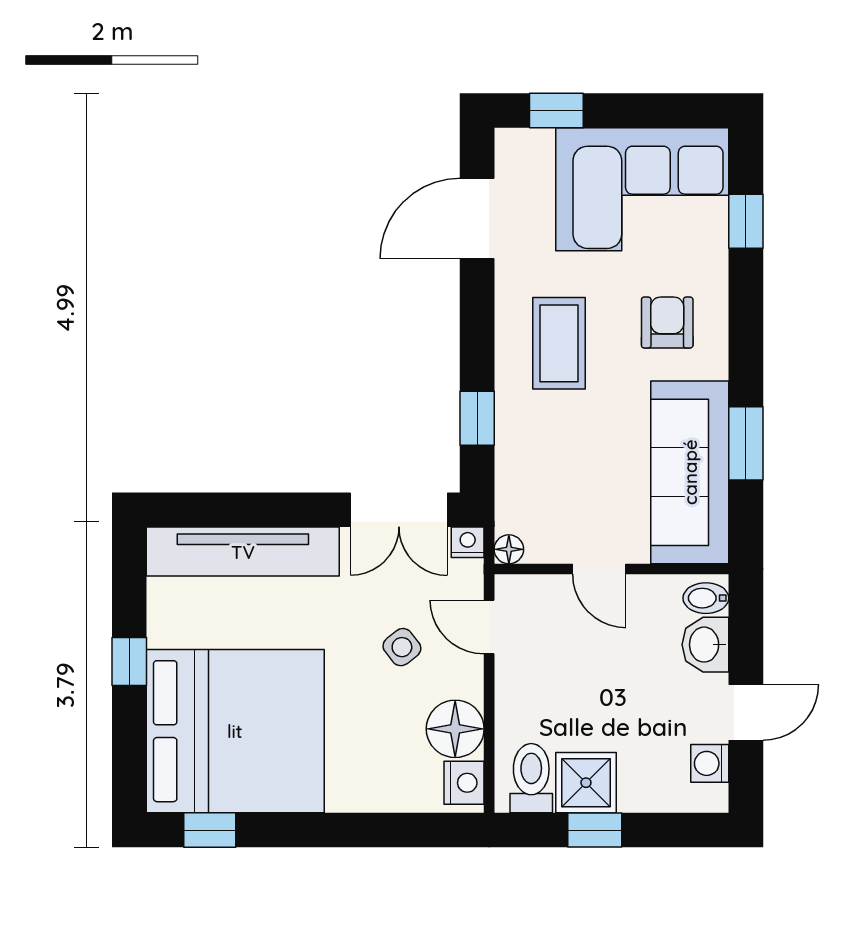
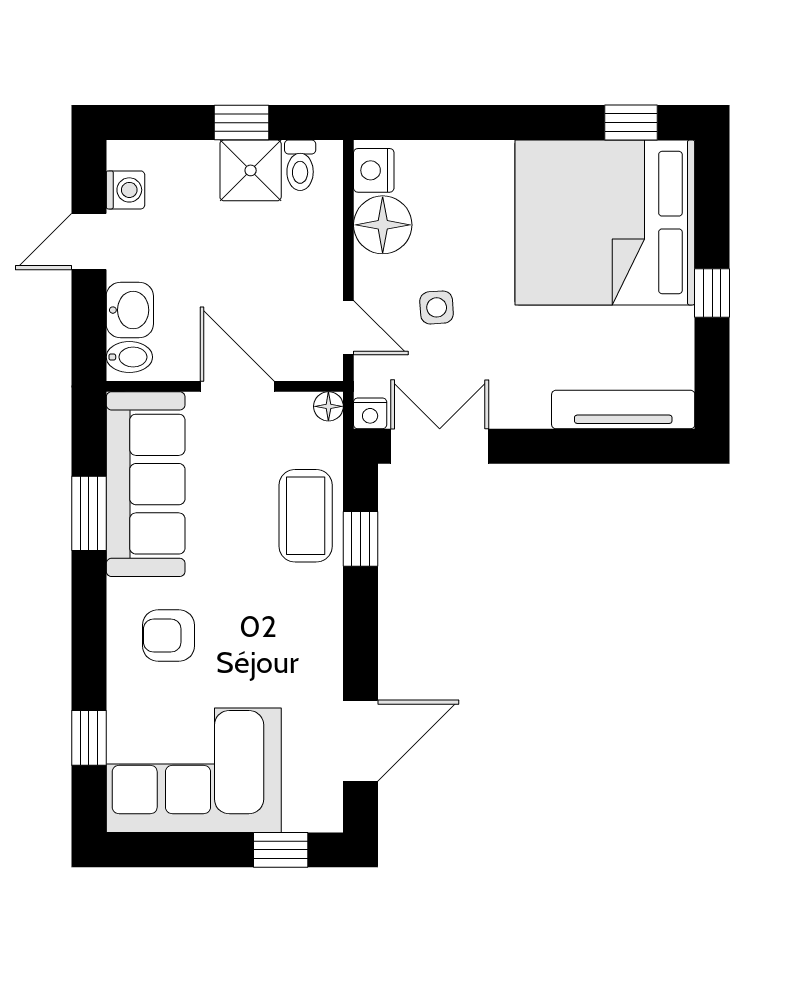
armchair: (667, 323) -> (168, 636), turned 90
coffee table: (559, 343) -> (306, 516), moved
tv unit: (243, 552) -> (623, 410), width x0.73, depth x0.78
door: (599, 569) -> (237, 386), width x1.38
side table: (402, 647) -> (437, 307), turned 34
toilet: (531, 778) -> (300, 165), width x0.73, depth x0.72

